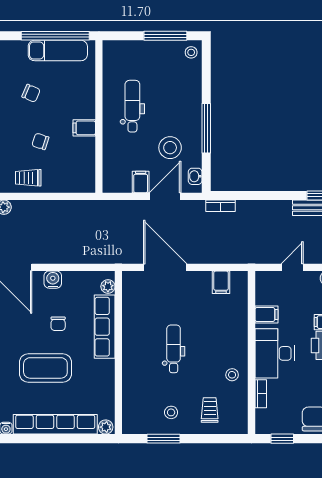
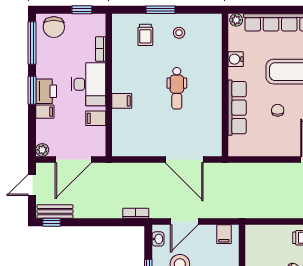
filing cabinet: (141, 182) -> (224, 234), moved
door: (292, 267) -> (73, 159), width x1.88
water cooler: (53, 280) -> (236, 59), moved, turned 90
filing cabinet: (221, 282) -> (122, 101), moved, turned 90
plant: (108, 286) -> (234, 143), removed
stool: (232, 375) -> (126, 66), removed
window: (164, 439) -> (161, 10), moved

